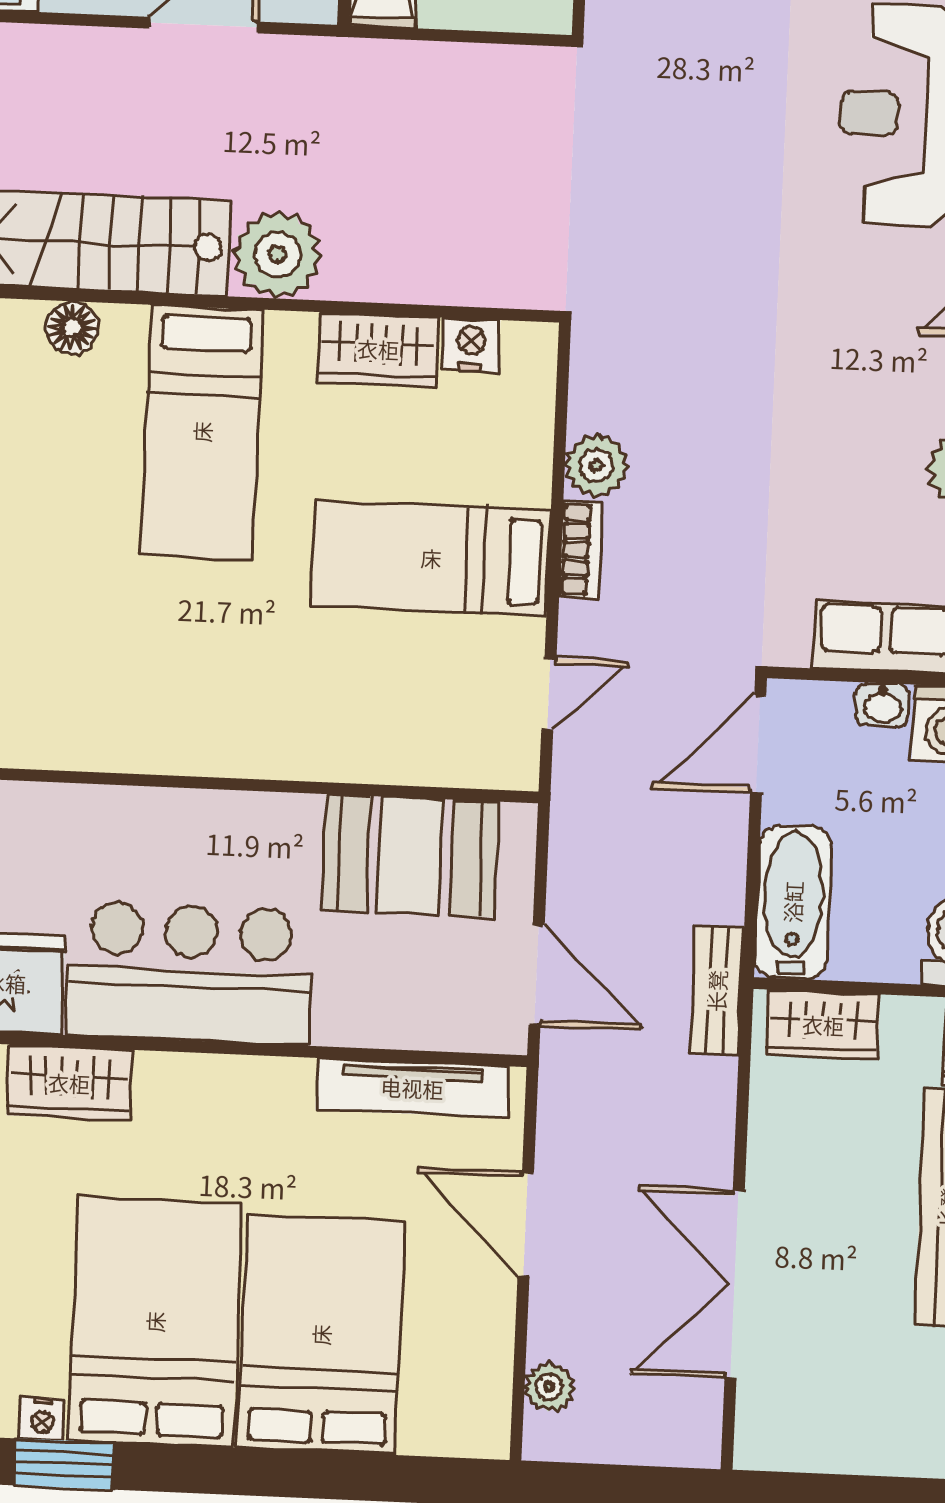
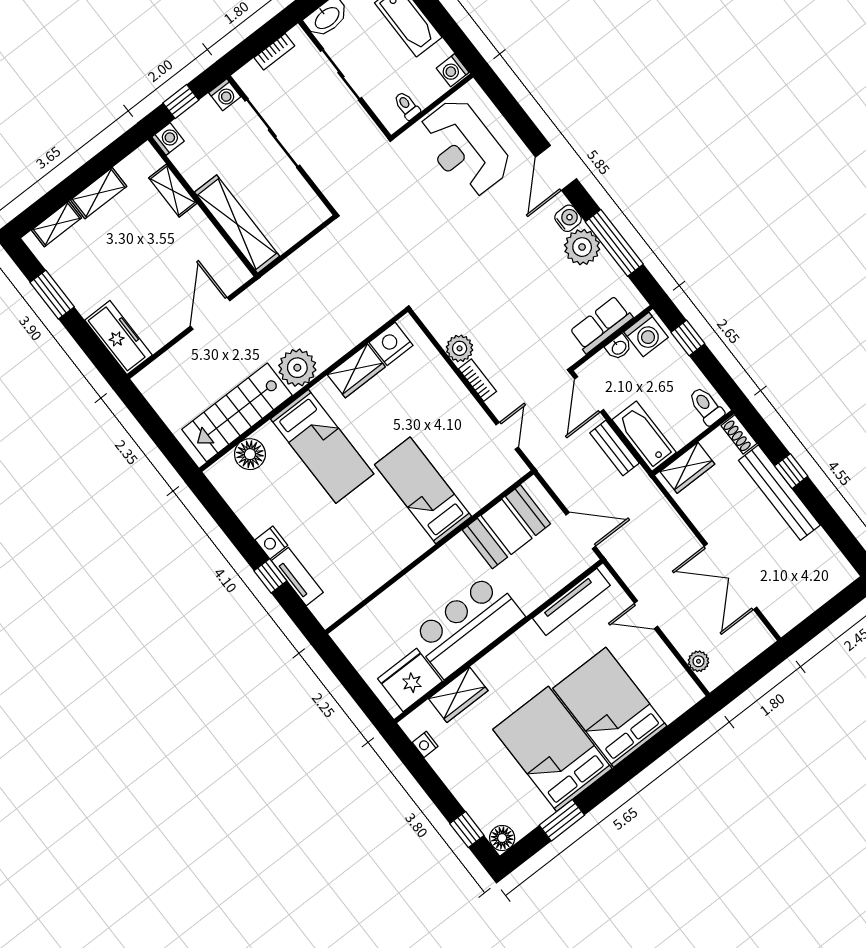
floor lamp: (72, 328) -> (250, 454), width x1.38, depth x1.38
nightstand: (471, 345) -> (391, 344), width x1.36, depth x1.33
bed: (431, 558) -> (423, 490), moved, turned 90
bench: (717, 991) -> (614, 448), moved
door: (526, 1224) -> (646, 615), width x0.73
nightstand: (42, 1419) -> (542, 812), removed

